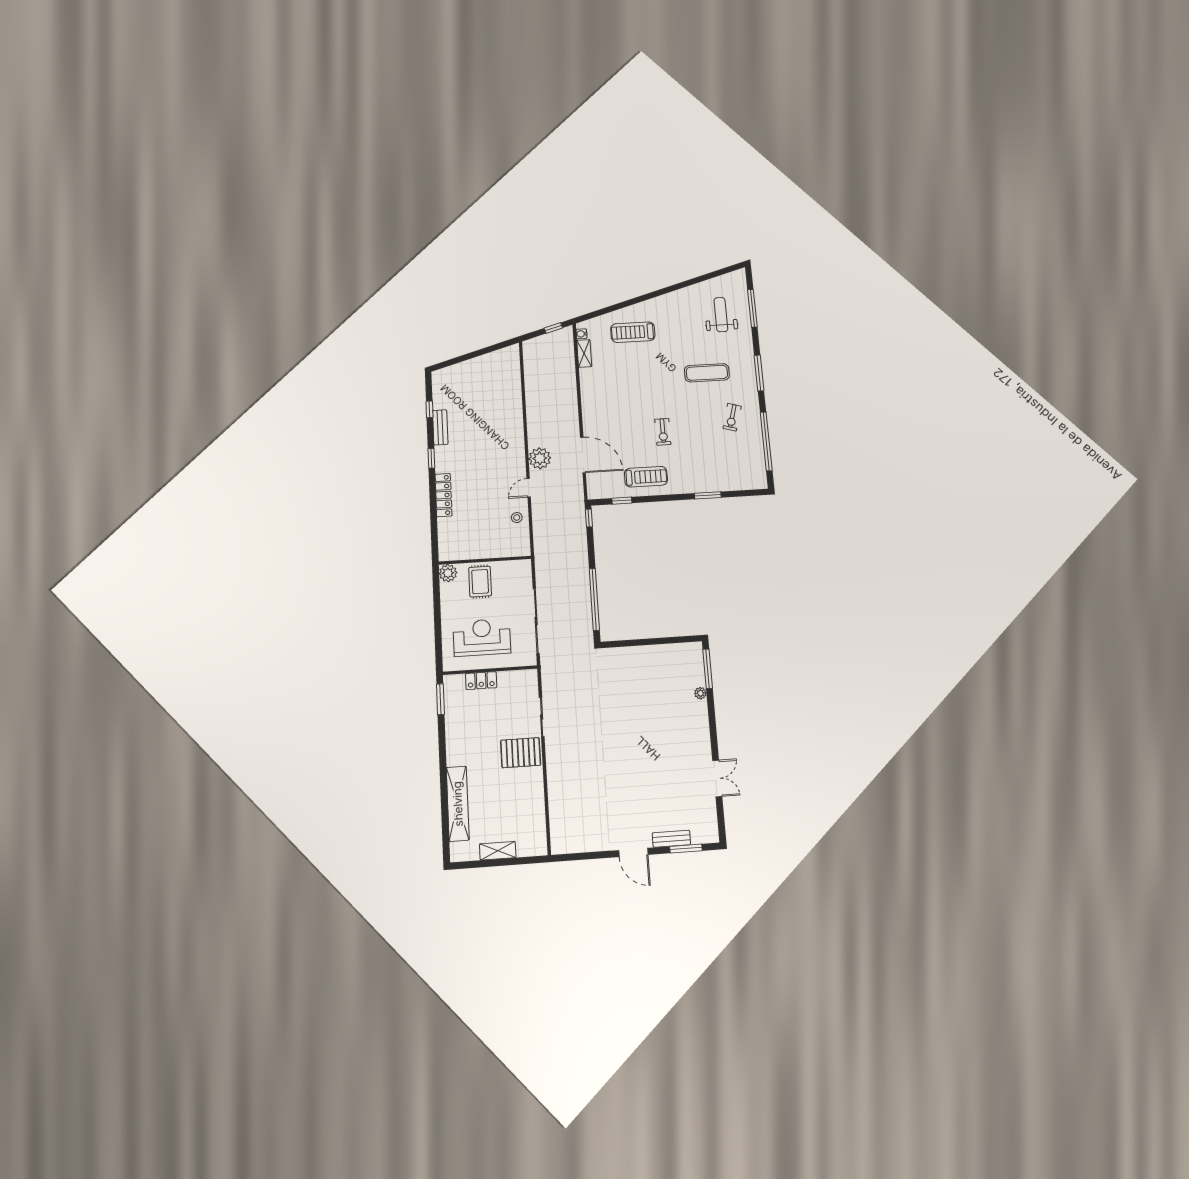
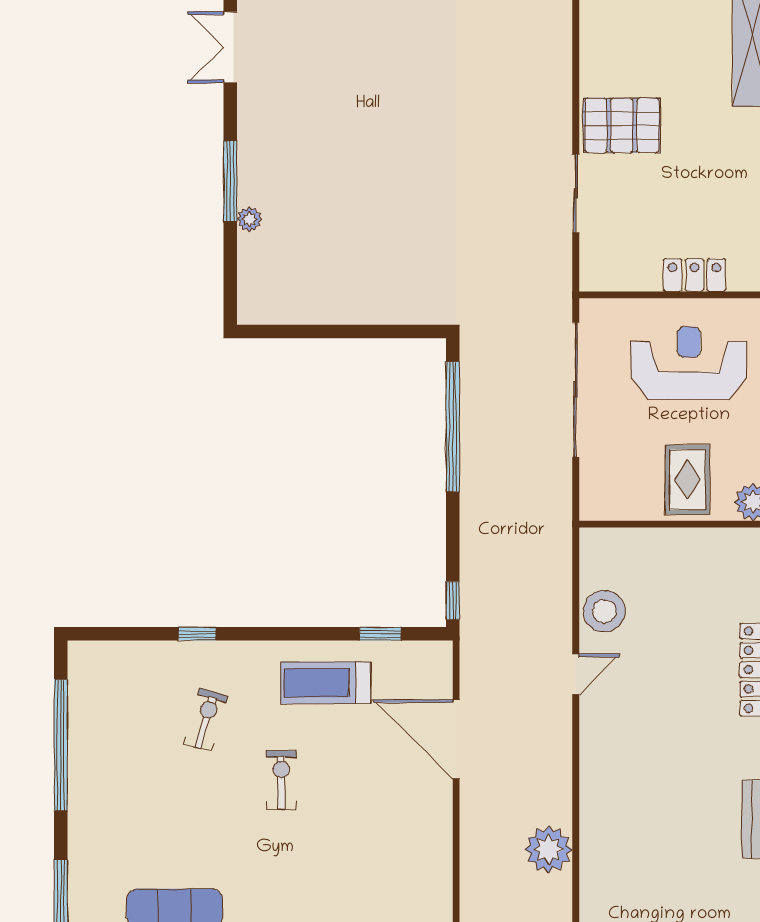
exercise bike: (732, 417) -> (206, 720), moved
plant: (540, 458) -> (549, 849), moved
window: (708, 495) -> (197, 634), width x0.67
stool: (517, 518) -> (604, 611), width x1.89, depth x1.89
reception desk: (482, 637) -> (689, 363), turned 180
window: (708, 669) -> (230, 181), moved

